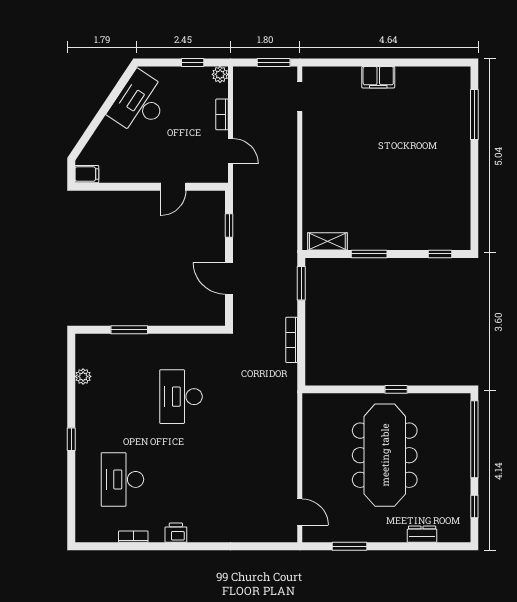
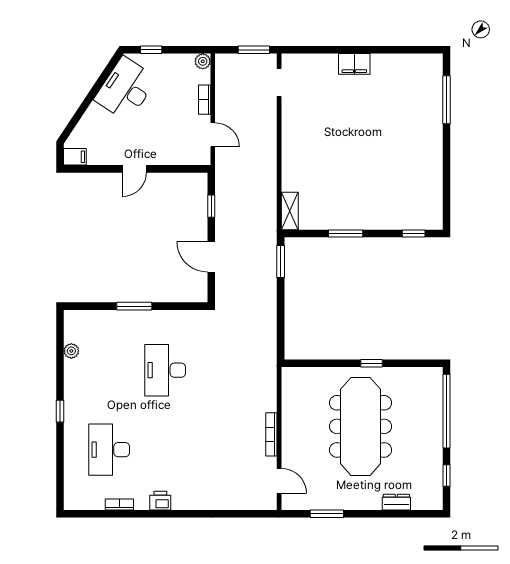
window: (193, 62) -> (151, 50), moved
door: (173, 187) -> (134, 169), moved
shelving: (327, 241) -> (290, 211), moved, turned 90
window: (129, 330) -> (134, 306), moved
bookcase: (292, 340) -> (271, 434), moved

